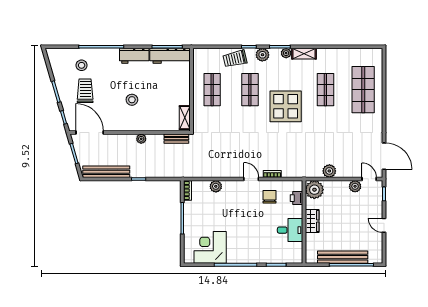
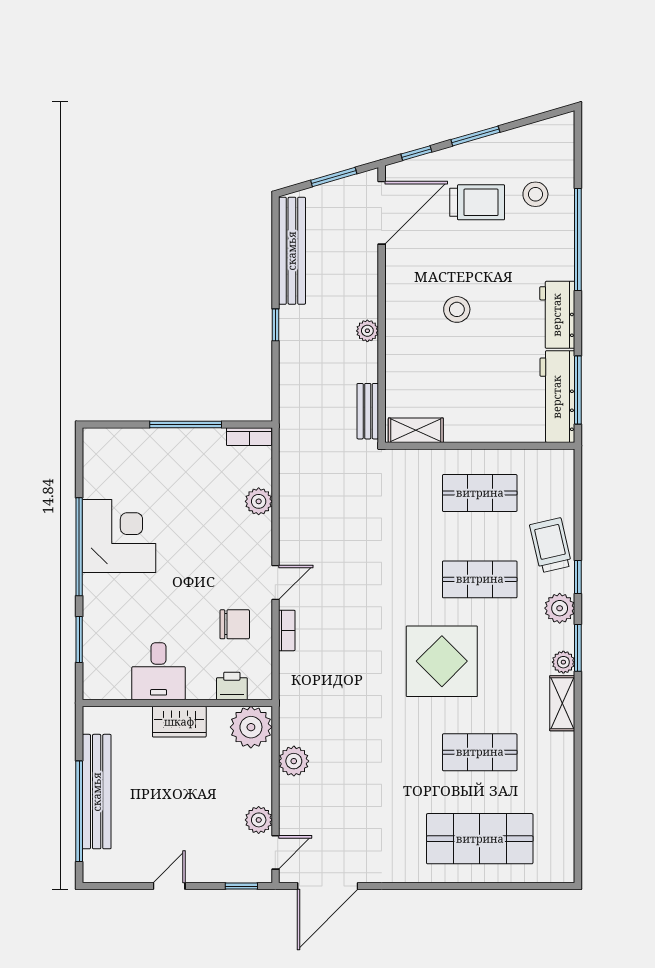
corner desk: (210, 247) -> (119, 536), moved

